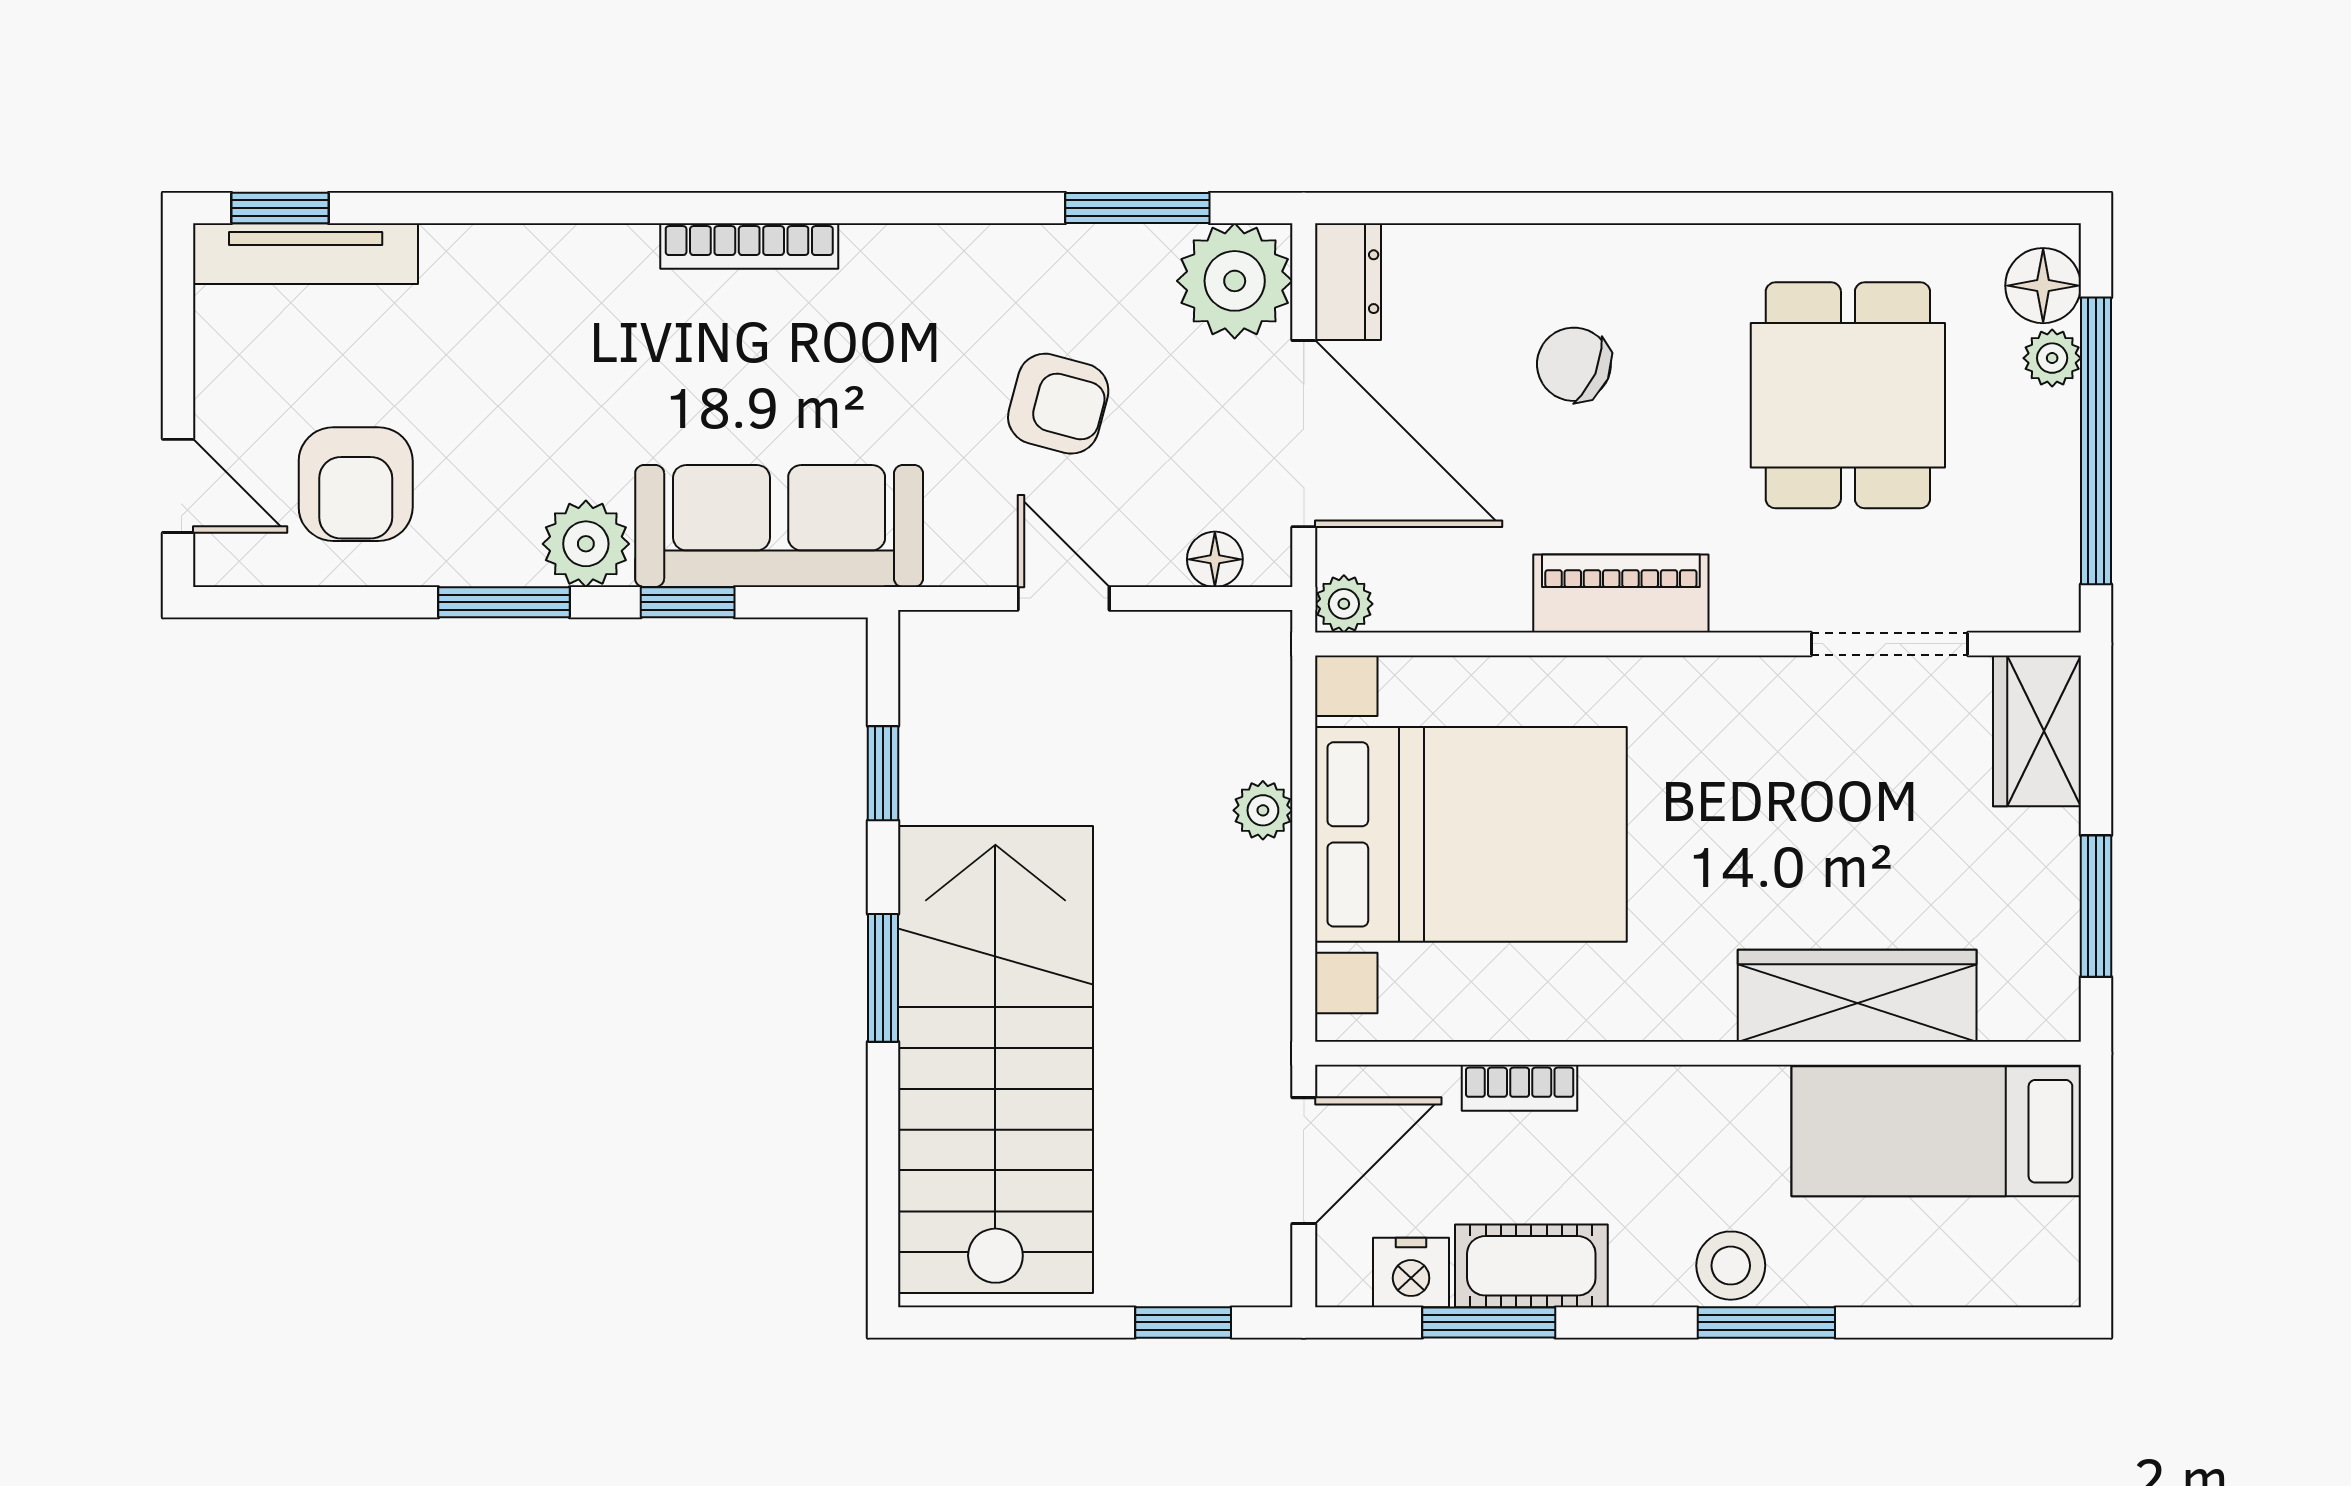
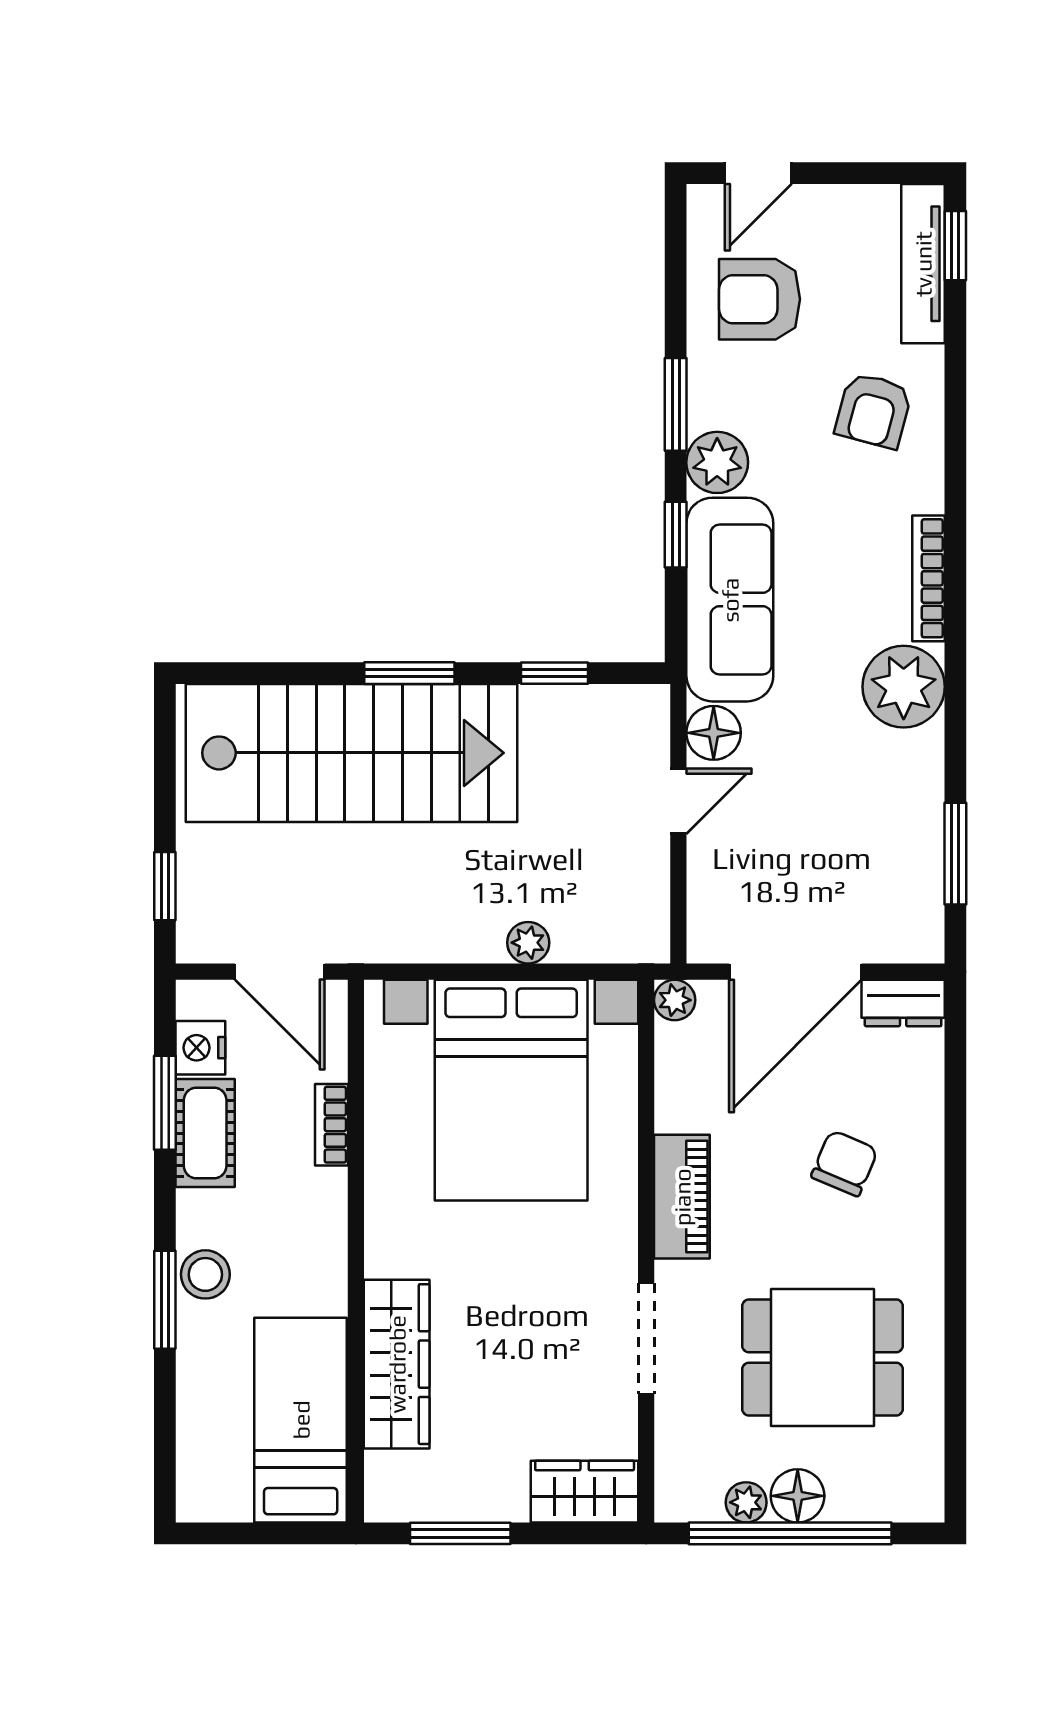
plant: (1235, 281) -> (904, 687), moved
floor lamp: (2043, 286) -> (798, 1496), moved
plant: (2052, 358) -> (746, 1502), moved
armchair: (1058, 404) -> (874, 410), moved
floor lamp: (1215, 559) -> (714, 733), moved, width x1.37, depth x1.37
doorway: (1890, 644) -> (646, 1338), moved

